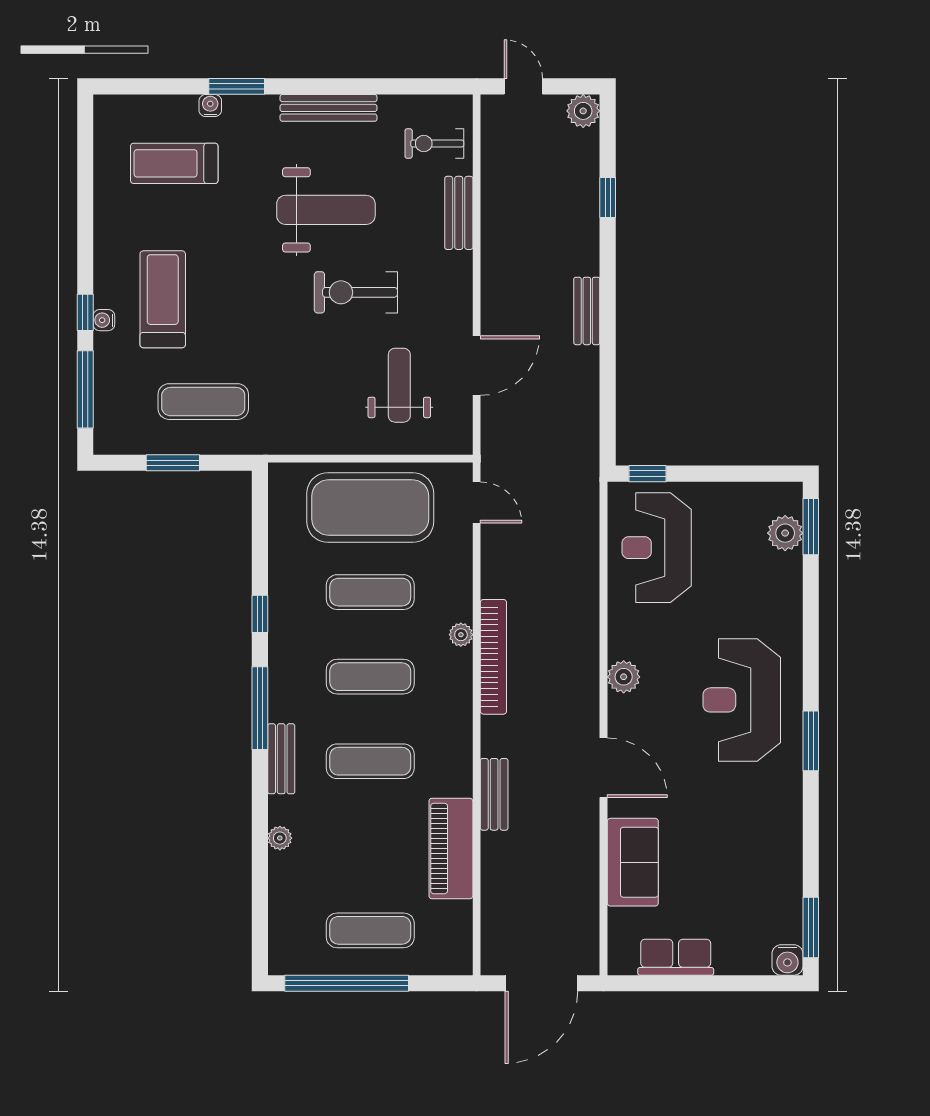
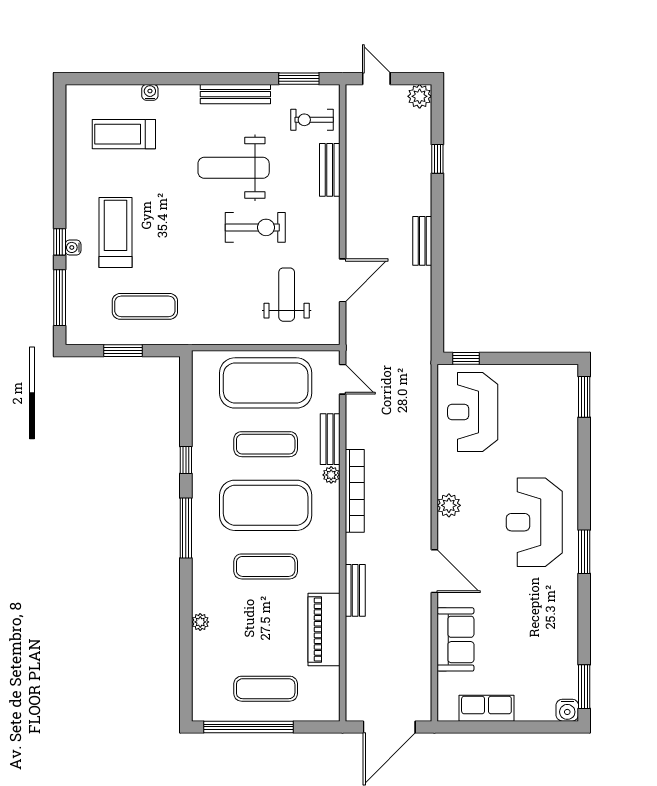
window: (237, 86) -> (299, 79), moved
weight bench: (326, 210) -> (234, 168), turned 180
exercise bike: (356, 292) -> (255, 227), turned 180
plant: (785, 533) -> (566, 401), removed
exercise mat: (370, 677) -> (266, 505), width x2.00, depth x1.45
bench: (281, 759) -> (330, 439), moved

